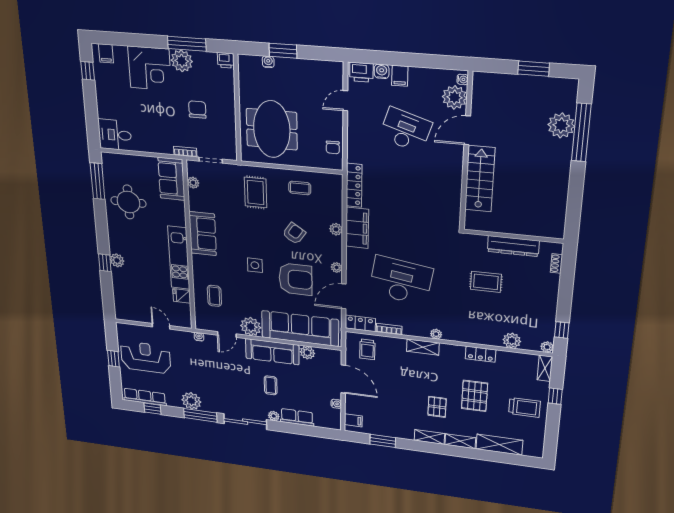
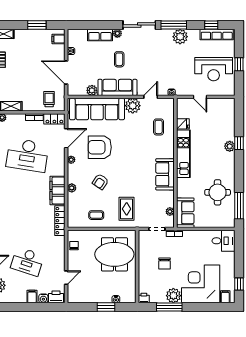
corner desk: (150, 68) -> (201, 284), width x1.36, depth x1.36
meeting table: (272, 129) -> (114, 254), turned 90
side table: (255, 265) -> (128, 155), removed

